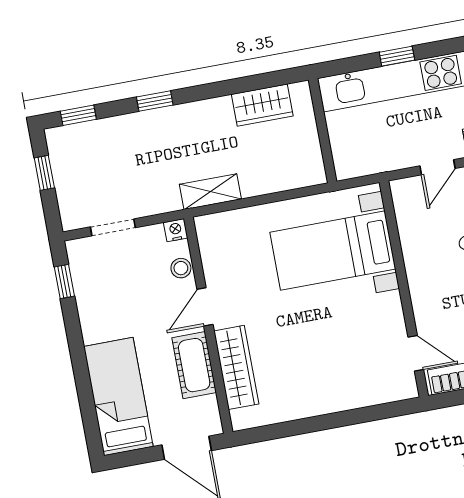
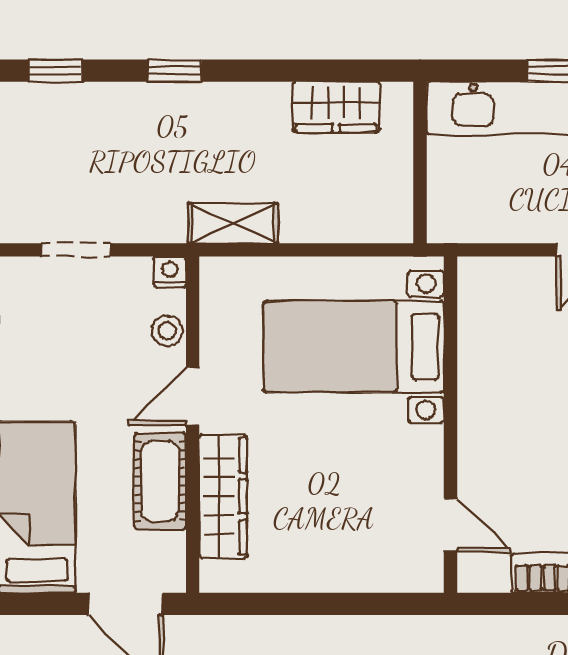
bed with nightstands: (333, 251) -> (354, 347), moved
wall: (404, 289) -> (451, 425), moved
door: (416, 353) -> (451, 525), moved

